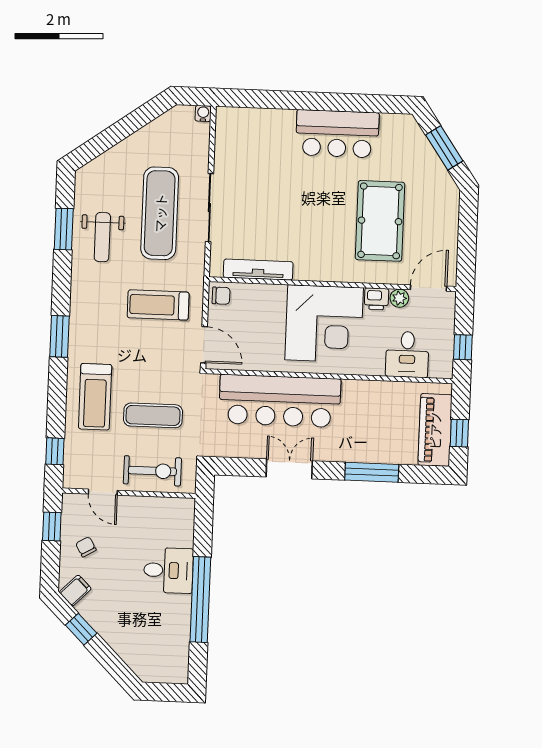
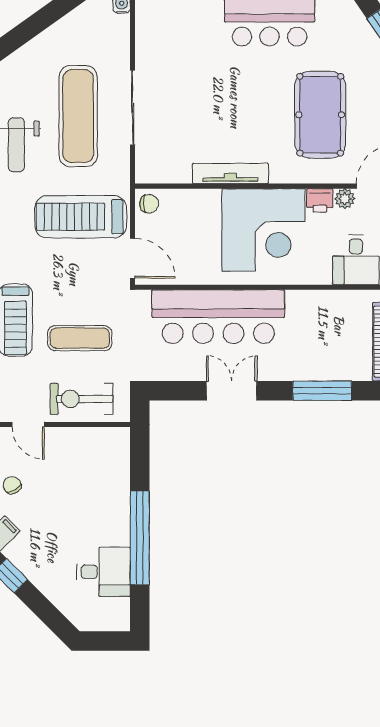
tv unit: (258, 270) -> (230, 173), moved
treadmill: (158, 305) -> (81, 217), width x1.37, depth x1.38
exercise bike: (152, 471) -> (82, 399), turned 180
desk: (168, 570) -> (104, 572), moved

